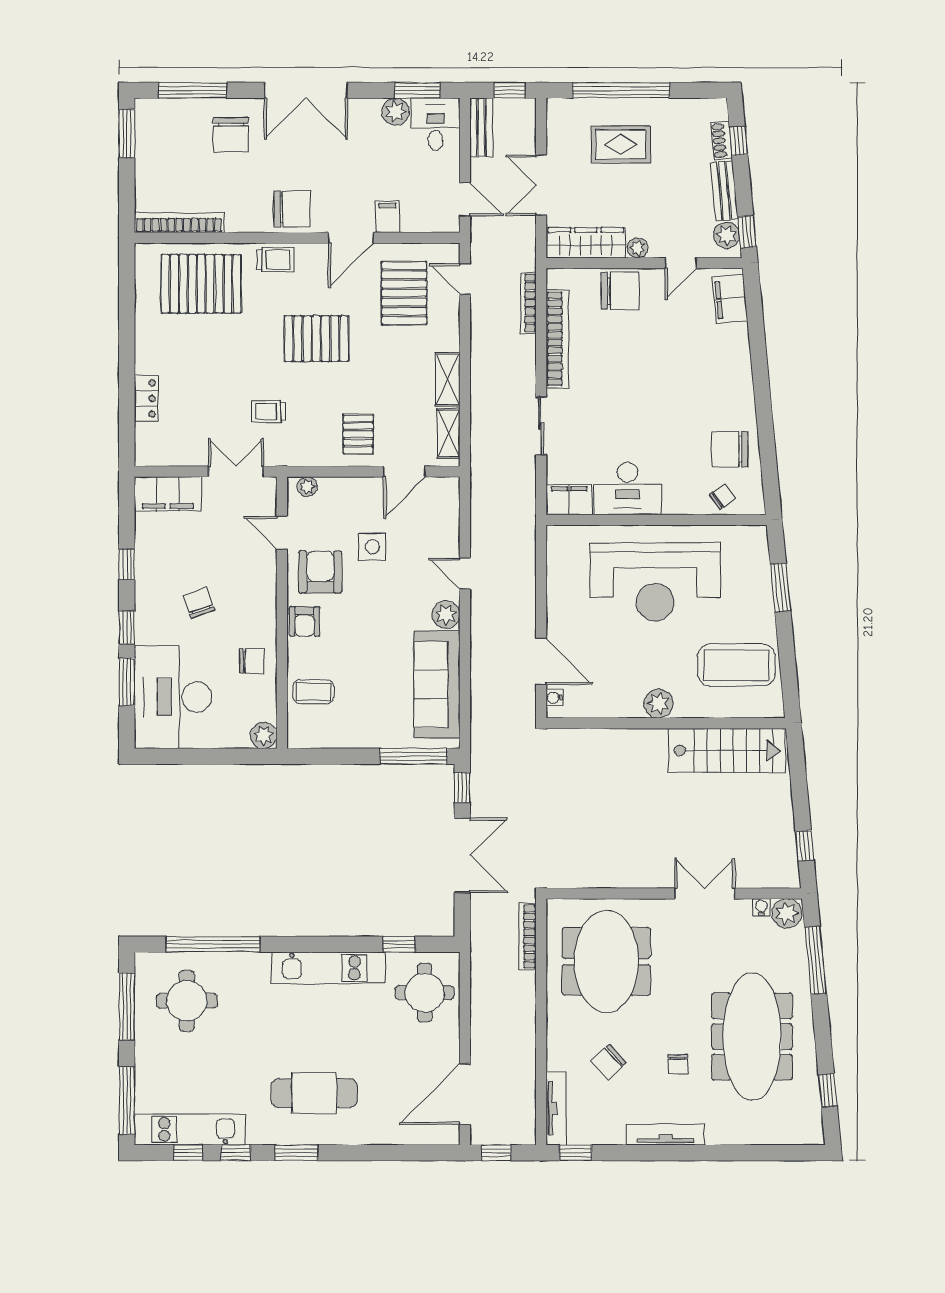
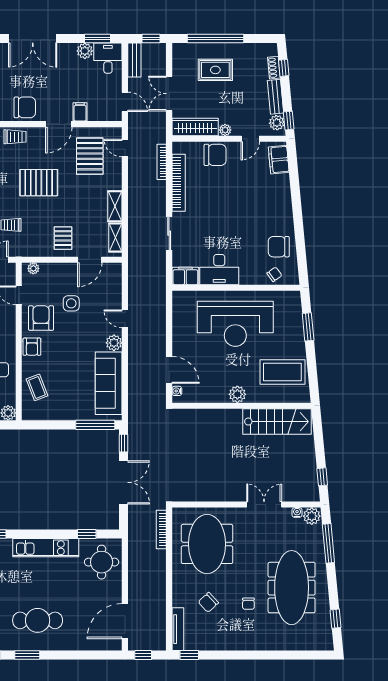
coffee table: (313, 692) -> (37, 387), turned 69
tv unit: (666, 1134) -> (241, 644), removed

